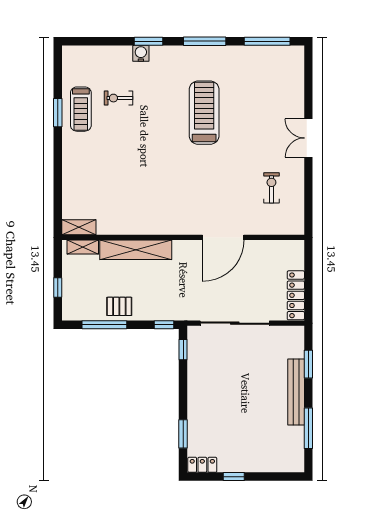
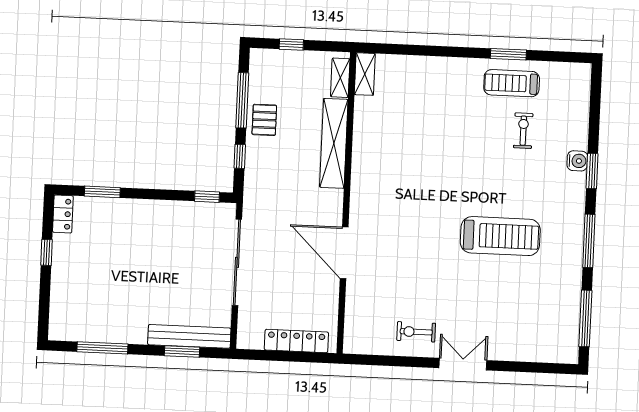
exercise bike: (271, 188) -> (416, 332), moved, turned 180
locker: (296, 295) -> (296, 341), moved
window: (164, 325) -> (240, 156), moved
bench: (296, 392) -> (189, 336), moved

